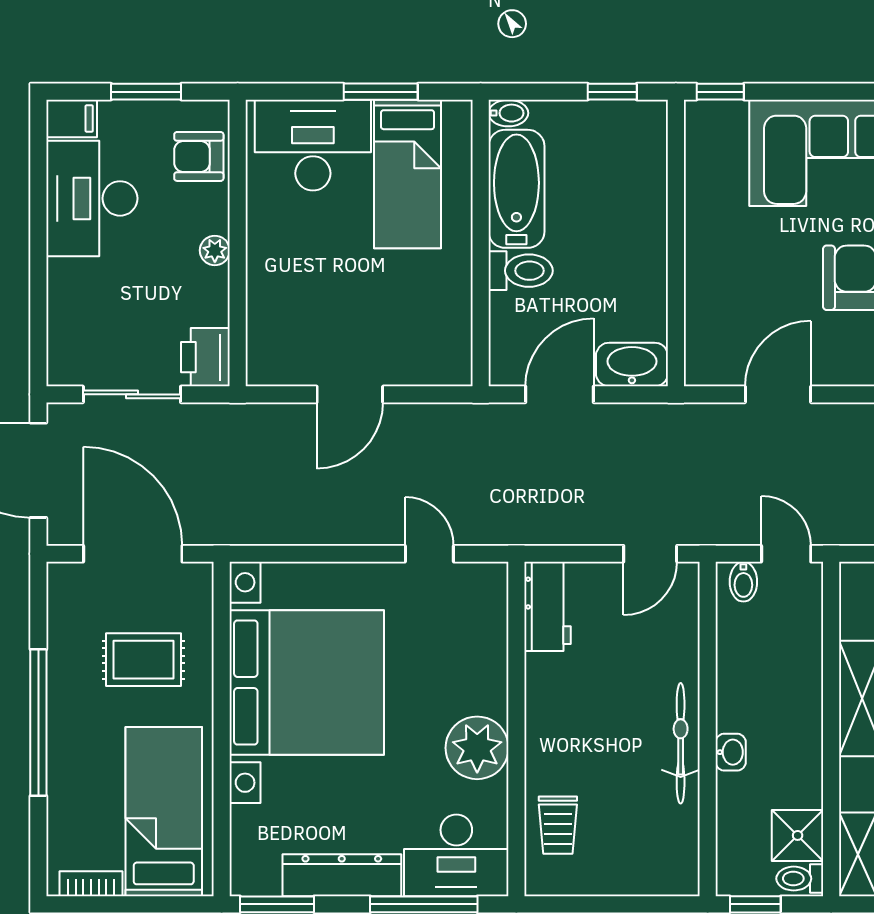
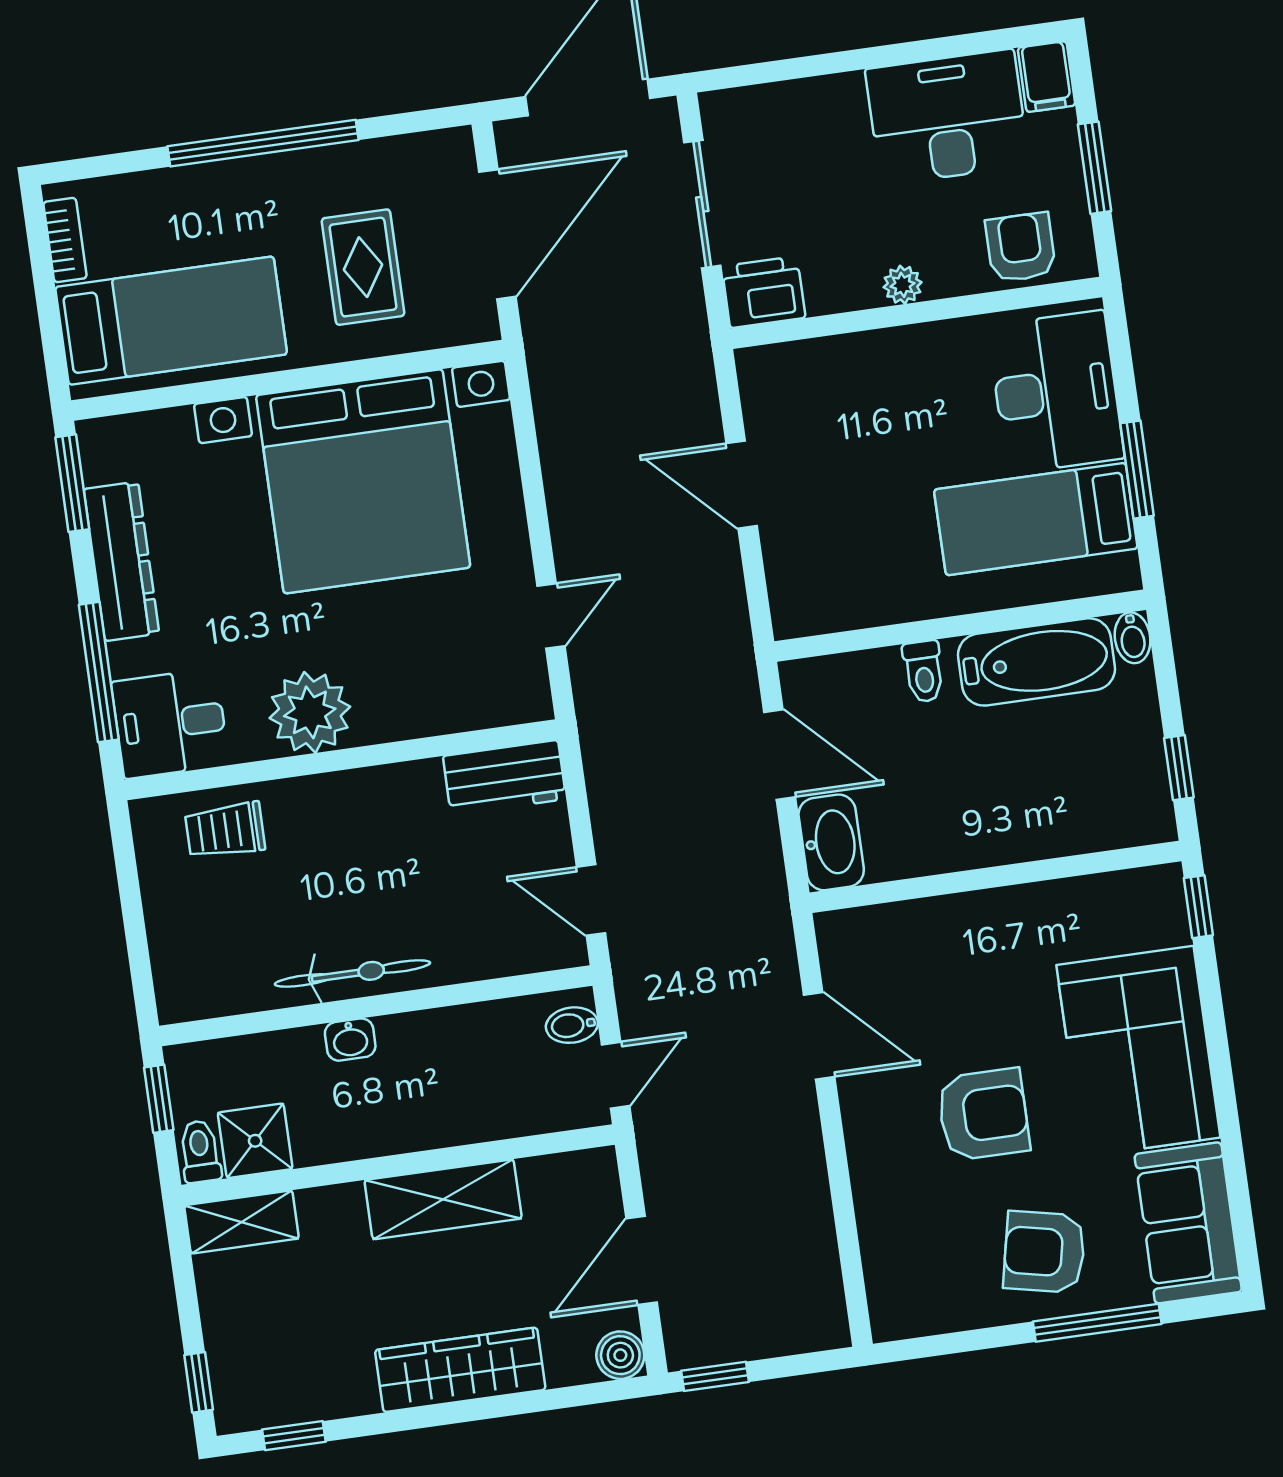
toilet: (521, 271) -> (924, 672), width x0.73, depth x0.72
desk: (456, 855) -> (170, 723), width x0.73

